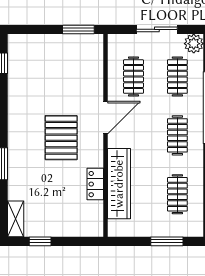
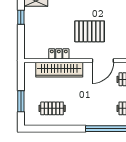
door: (105, 118) -> (103, 61), hinge flipped
clothes rail: (177, 135) -> (91, 108), removed

